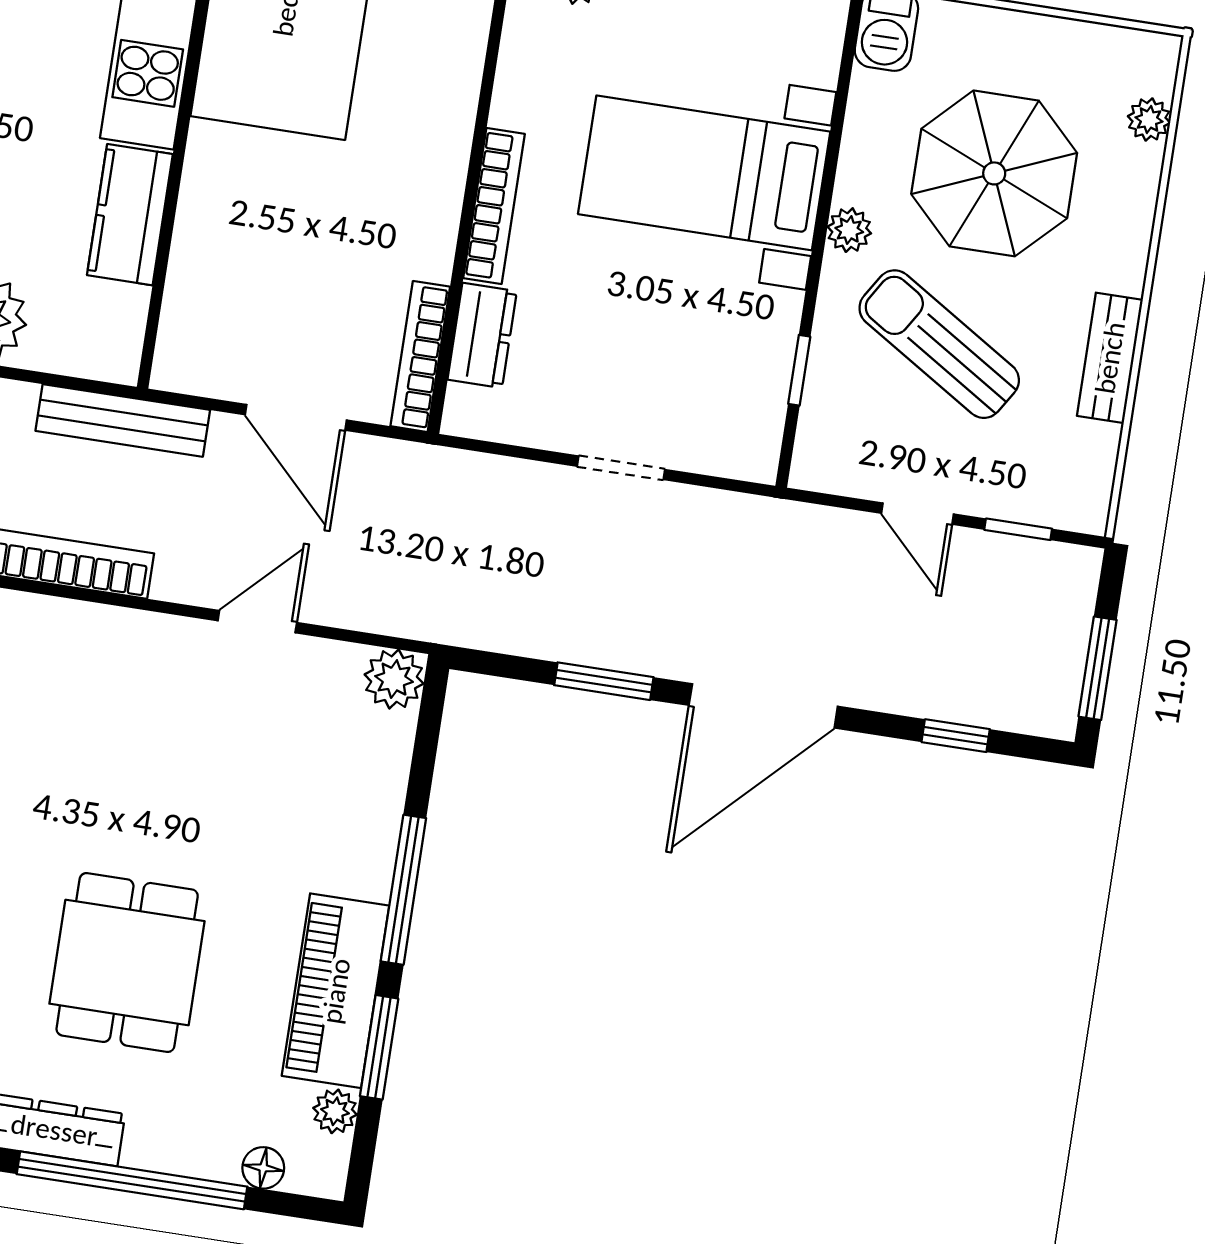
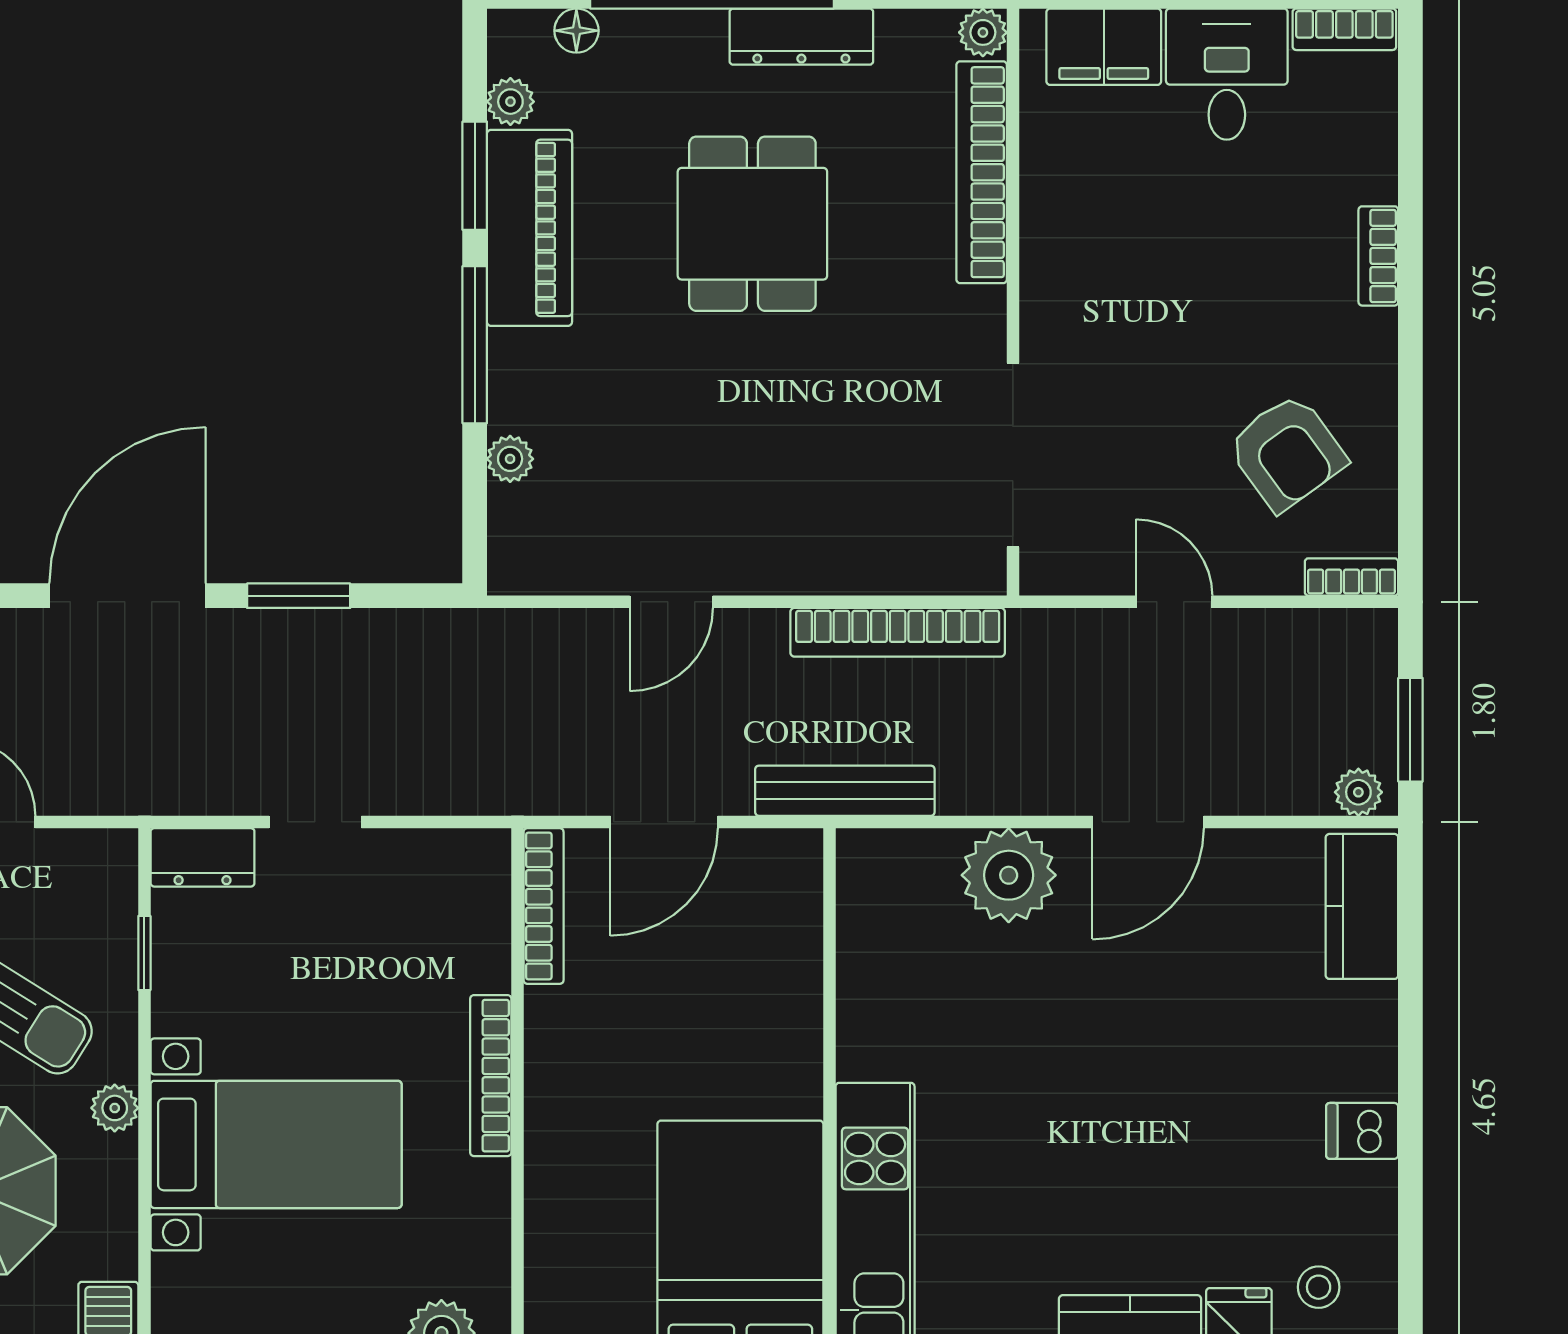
kitchen counter: (130, 215) -> (871, 1007), removed
dresser: (482, 335) -> (203, 857), moved, turned -90
door: (296, 417) -> (664, 822), swing flipped
plant: (394, 679) -> (510, 459), moved, width x0.73, depth x0.73

